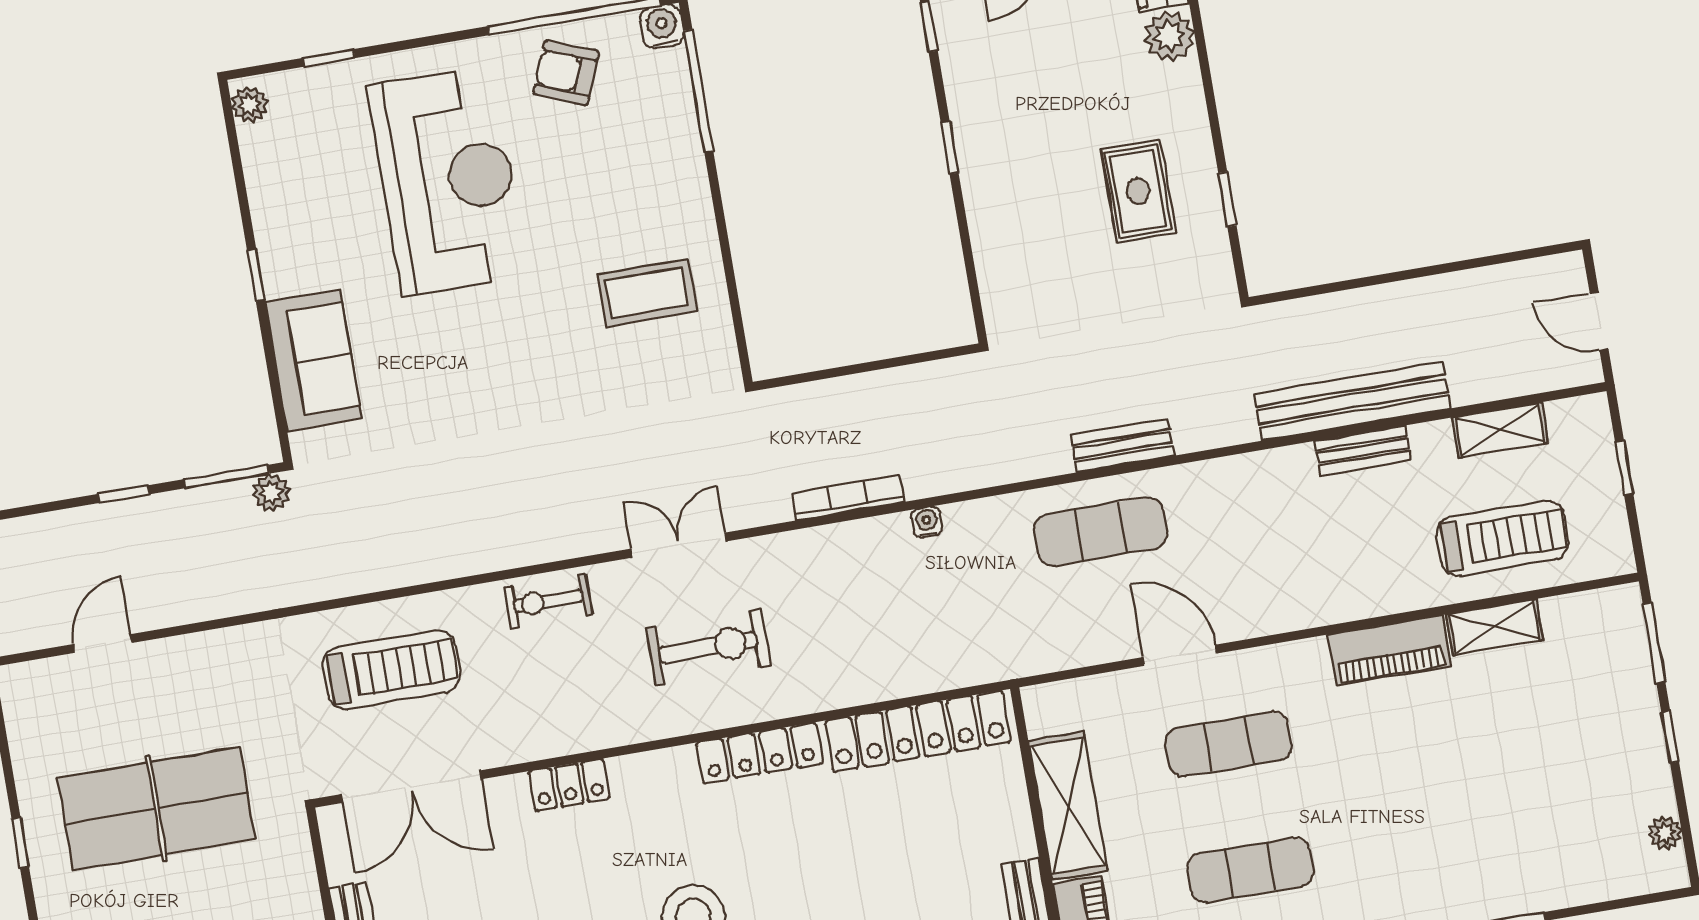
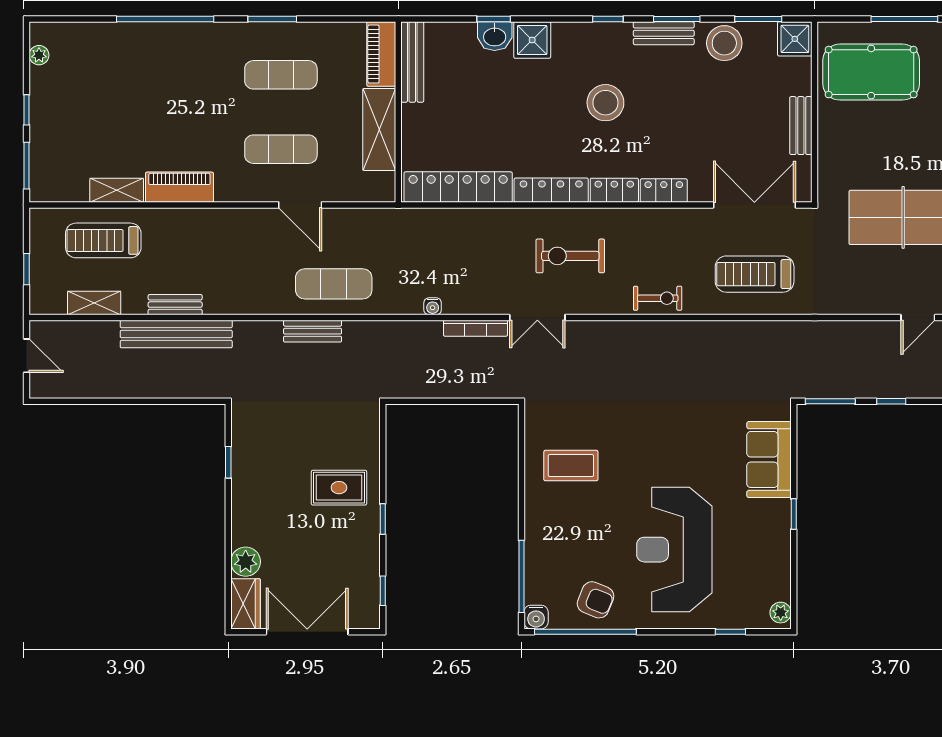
rug: (1138, 191) -> (339, 488), moved, turned 90
plant: (271, 493) -> (806, 388), removed
double door: (679, 545) -> (537, 317), moved
locker: (653, 771) -> (614, 190), added

